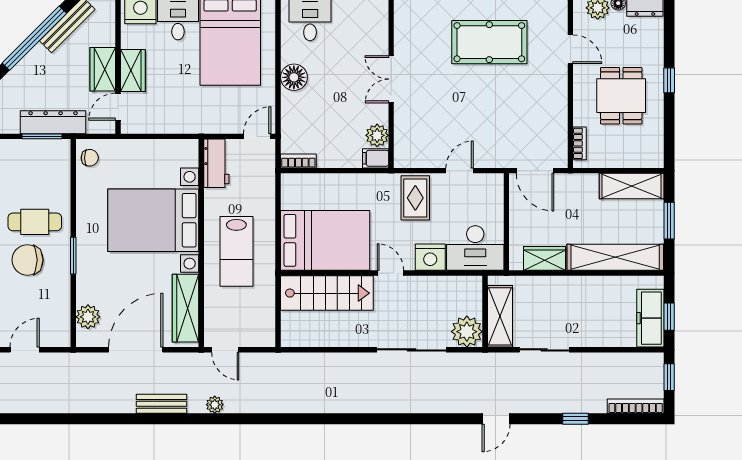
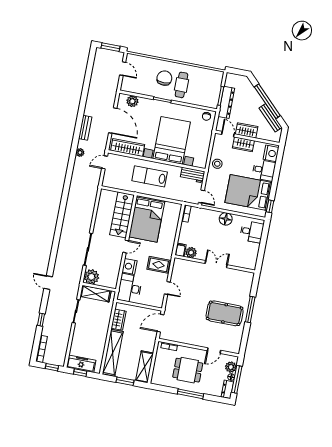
pool table: (489, 42) -> (225, 313), turned 90
window: (669, 80) -> (191, 394), width x2.17
stool: (183, 117) -> (217, 164), added

